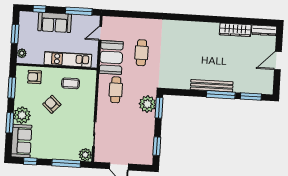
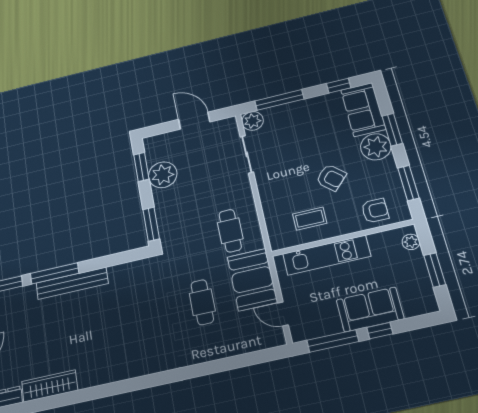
window: (39, 9) -> (380, 331), moved
door: (100, 33) -> (283, 314), swing flipped
plant: (147, 104) -> (163, 175), moved

